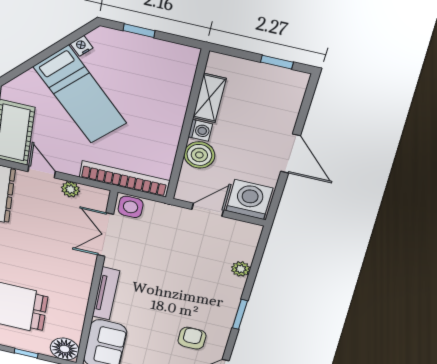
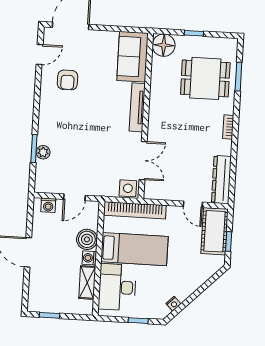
desk: (165, 84) -> (117, 287), added
bed: (80, 95) -> (134, 249), moved, turned 135
plant: (70, 189) -> (171, 194), removed
washing machine: (249, 200) -> (48, 205), width x0.53, depth x0.53
window: (240, 314) -> (34, 149), moved

